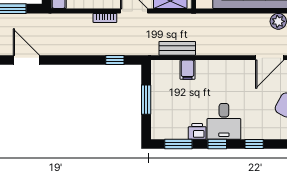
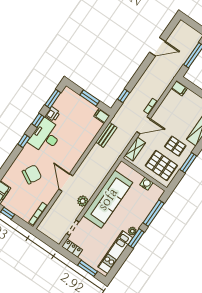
filing cabinet: (187, 70) -> (102, 116), moved
desk: (224, 121) -> (46, 136), width x1.37

